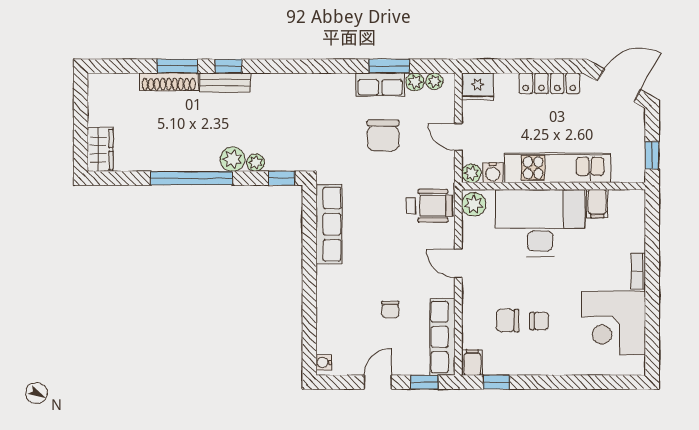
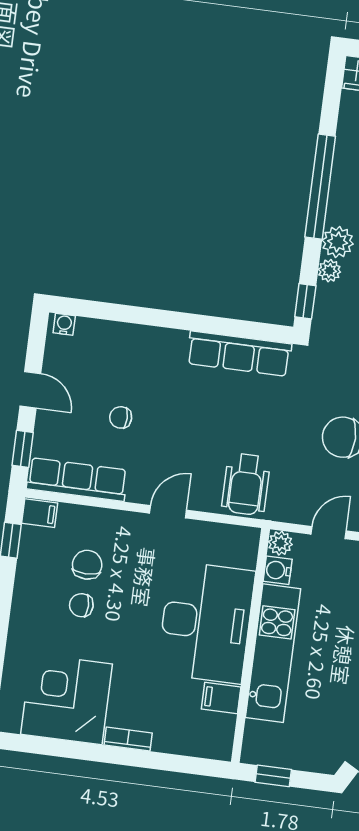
plant: (474, 204) -> (240, 541), removed
chair: (539, 321) -> (81, 605), turned 90

